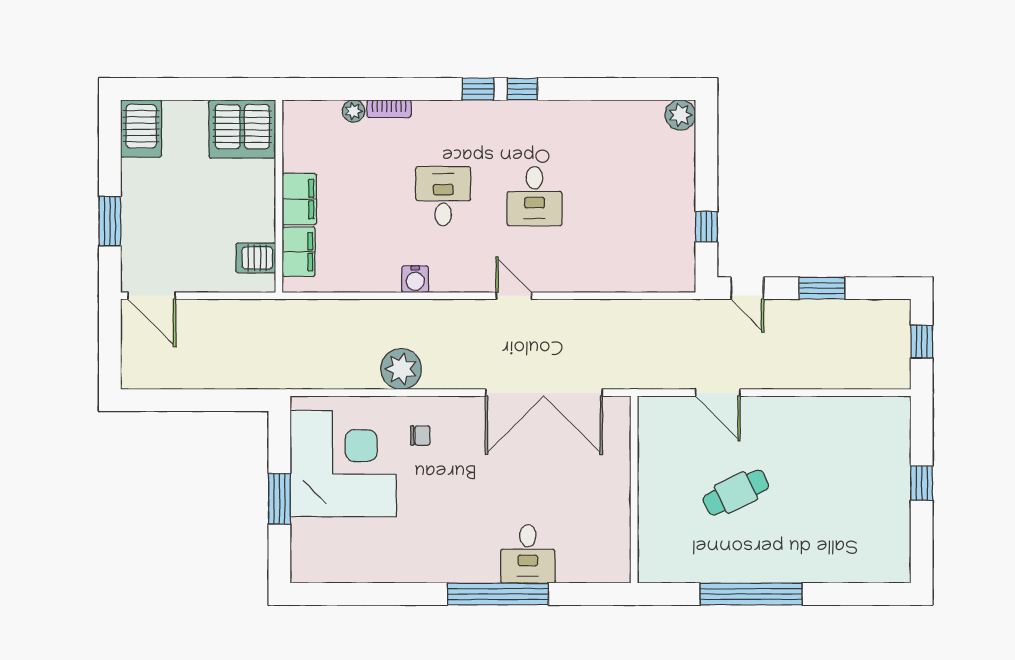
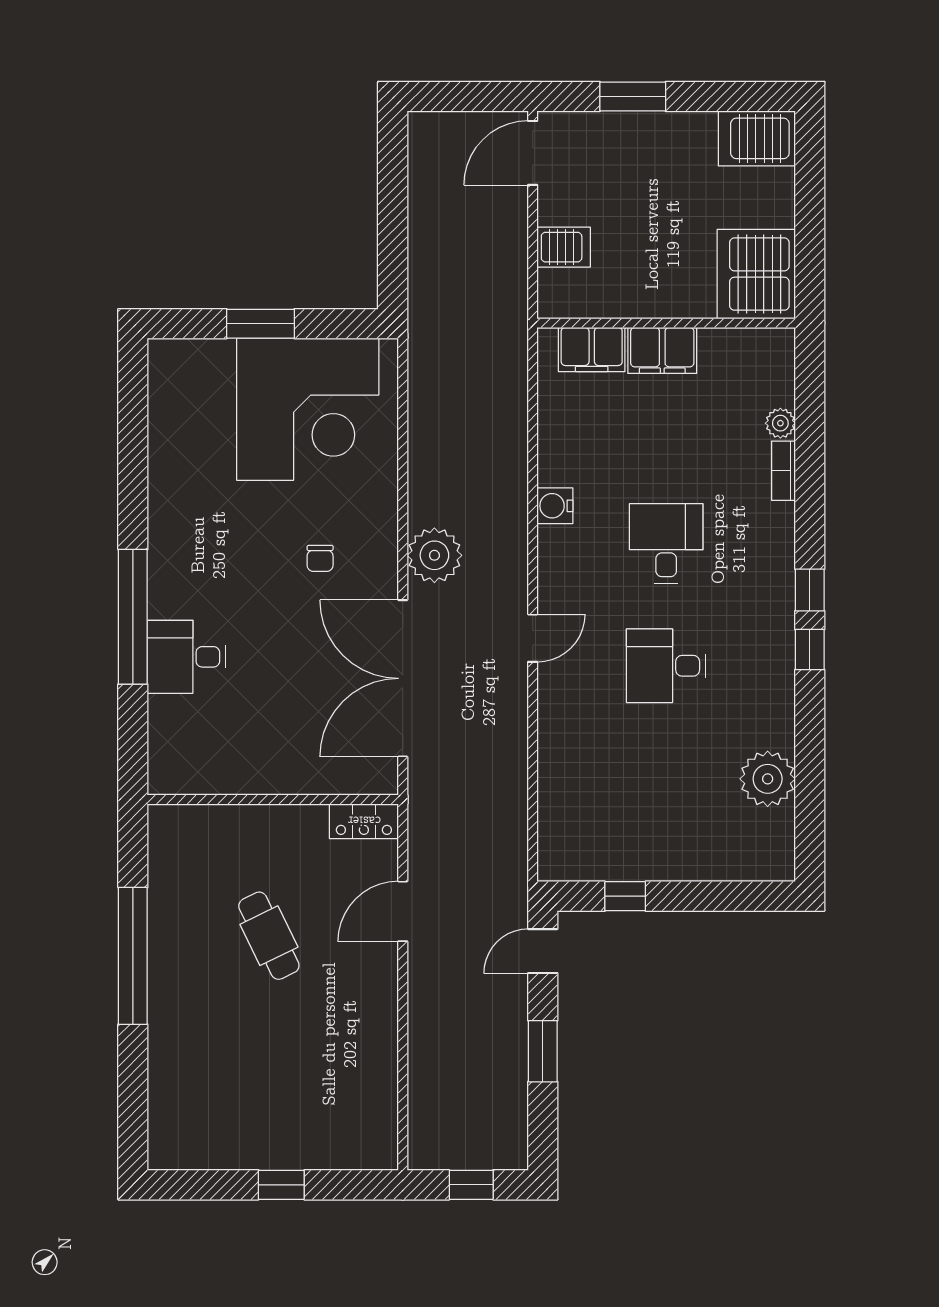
plant: (680, 115) -> (768, 779), moved, width x1.36, depth x1.36
desk: (443, 196) -> (666, 543), turned -90
server rack: (256, 258) -> (564, 247), moved, turned 90
plant: (401, 369) -> (434, 555), moved
locker: (650, 422) -> (364, 821), added
chair: (420, 436) -> (320, 558), moved

